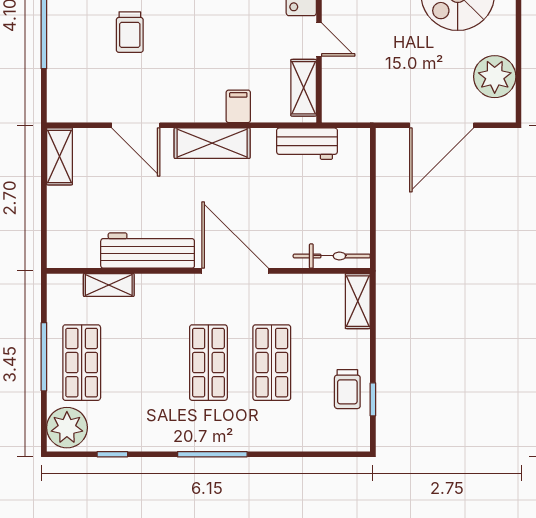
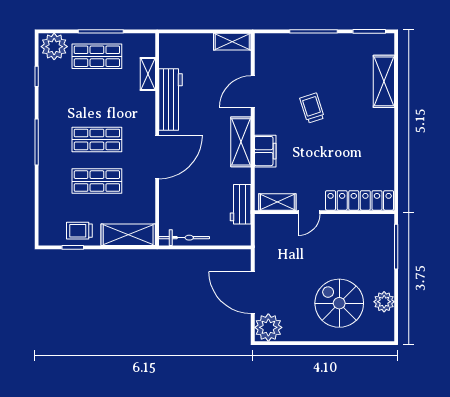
trolley: (130, 32) -> (312, 108), moved, turned 72
plant: (495, 77) -> (268, 327), moved
filing cabinet: (238, 106) -> (265, 151), width x2.00
bicycle: (332, 256) -> (184, 238), moved, turned -90
shelving: (358, 301) -> (128, 235), width x1.50, depth x1.33

